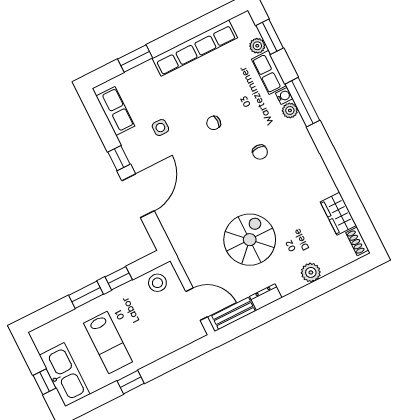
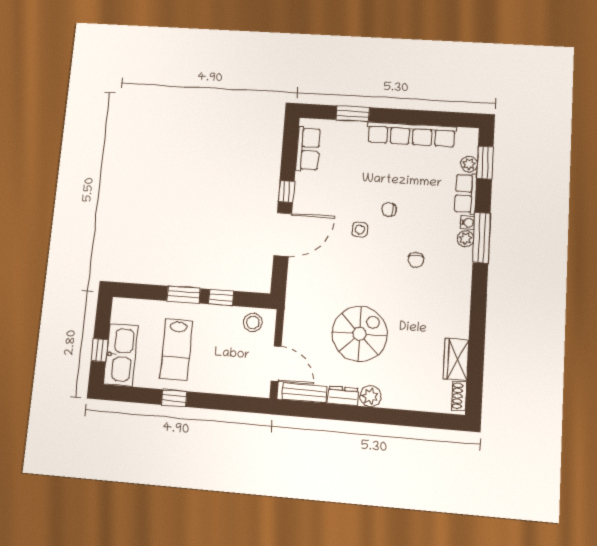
side table: (160, 128) -> (360, 229), moved
plant: (311, 272) -> (370, 396), moved

